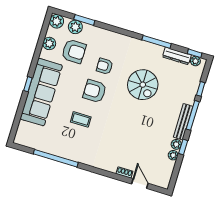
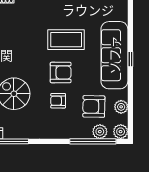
window: (84, 20) -> (93, 141), width x2.11
armchair: (105, 66) -> (58, 101), turned 180
coffee table: (81, 119) -> (66, 40), width x1.86, depth x1.72

